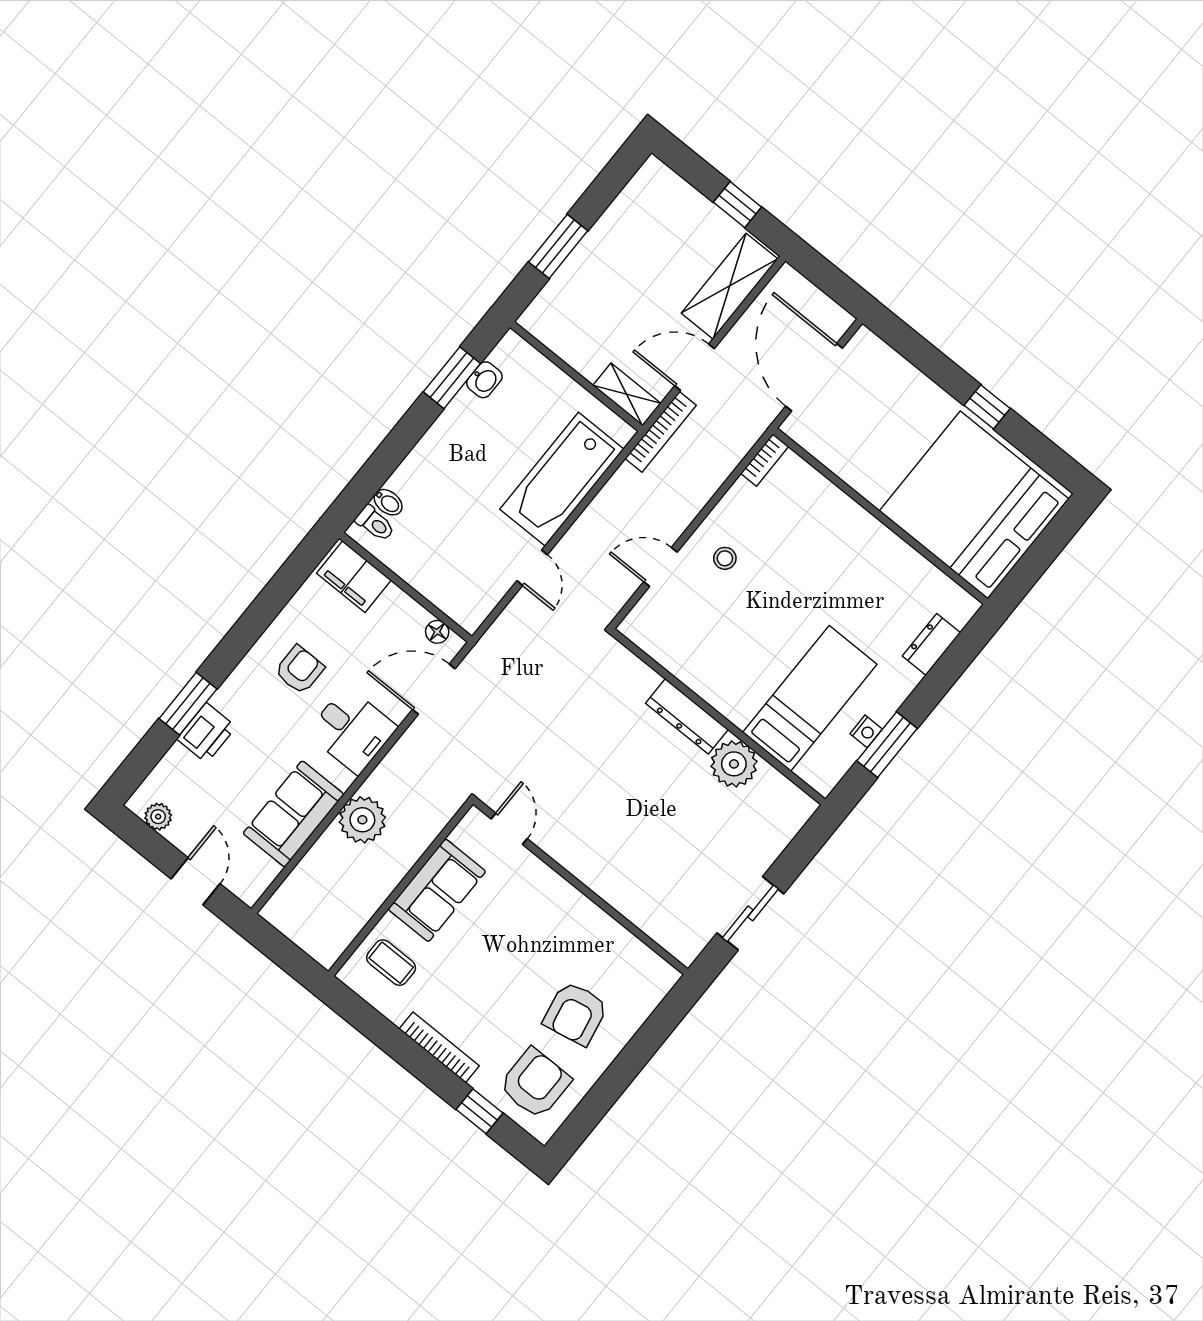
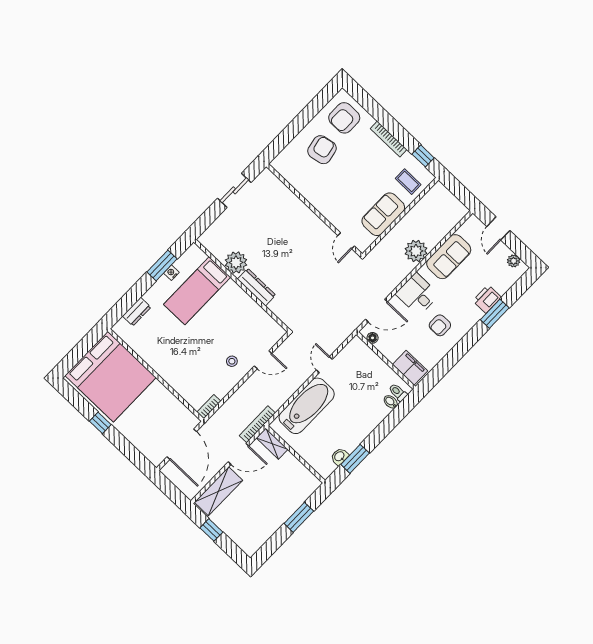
window: (479, 1111) -> (423, 156), moved

